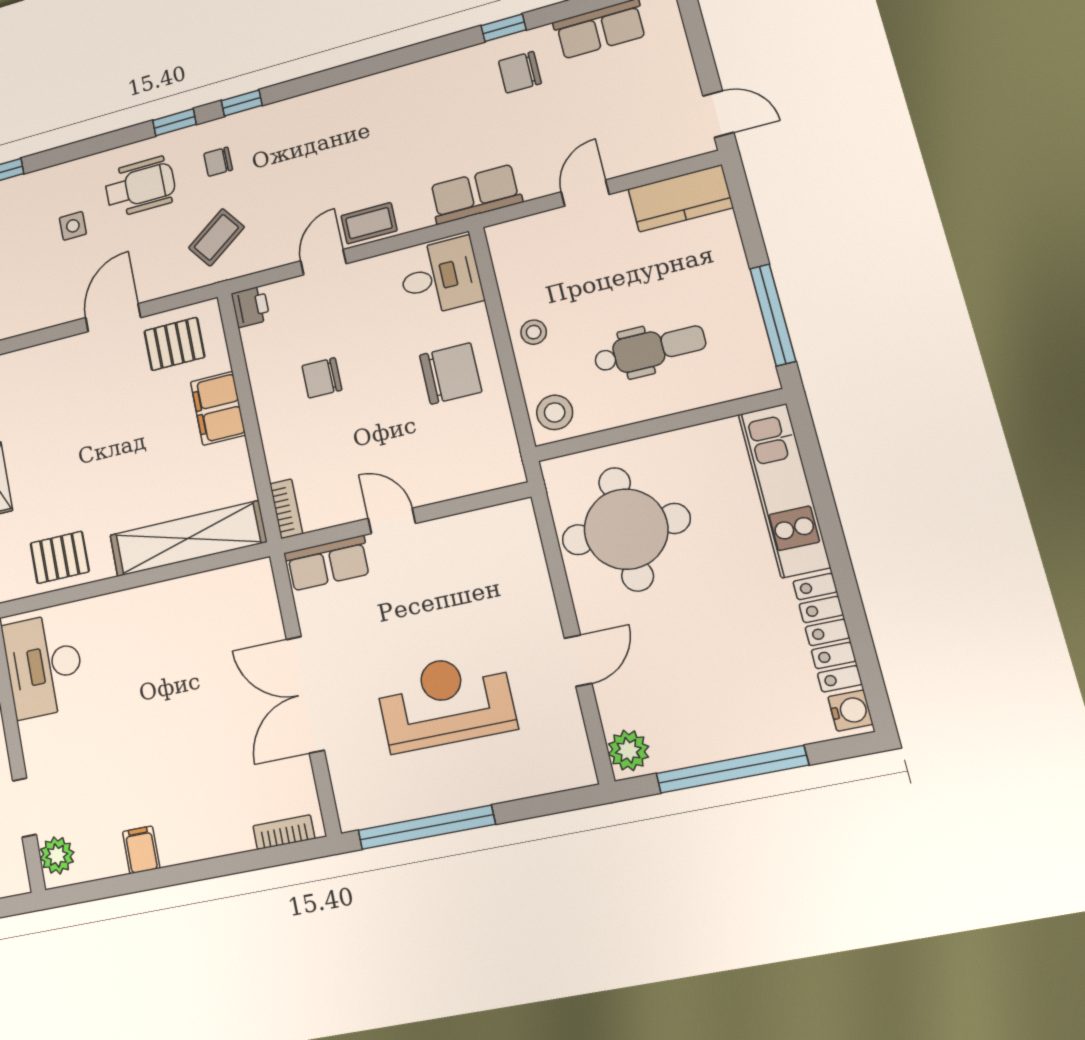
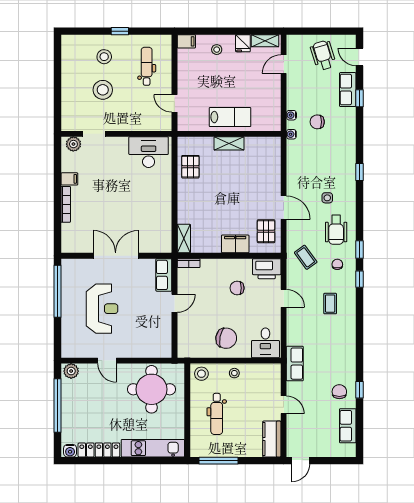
coffee table: (369, 223) -> (330, 304), moved
printer: (251, 307) -> (267, 269), width x1.87, depth x1.48
chair: (451, 373) -> (226, 338), turned -79
chair: (322, 378) -> (237, 288), turned -90
shelving: (188, 539) -> (184, 239), width x0.45, depth x0.75
bookcase: (284, 832) -> (66, 204), moved, width x1.56

